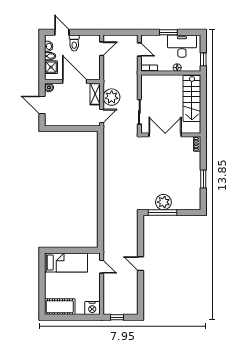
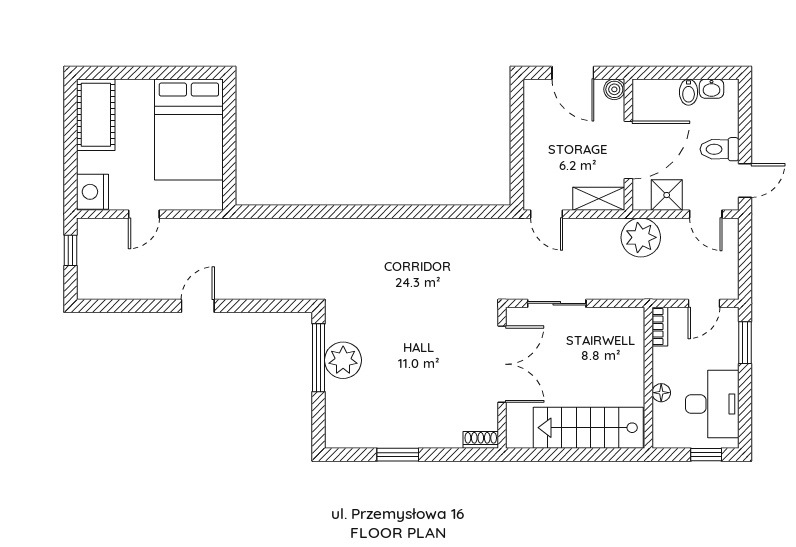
door: (62, 32) -> (745, 180), moved
window: (168, 32) -> (745, 343), moved
window: (203, 59) -> (706, 455), moved
shower: (51, 67) -> (667, 195), moved
plant: (112, 97) -> (641, 237), moved
door: (42, 105) -> (573, 73), swing flipped
bed: (66, 263) -> (189, 130), width x1.50
door: (102, 267) -> (144, 214), moved

